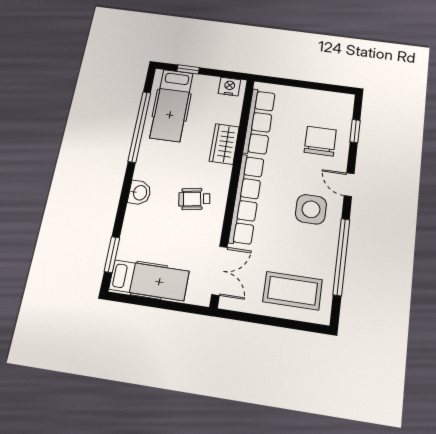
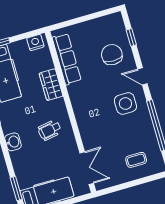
row of seats: (246, 199) -> (82, 115), removed
coffee table: (292, 291) -> (136, 160), width x0.54, depth x0.58

